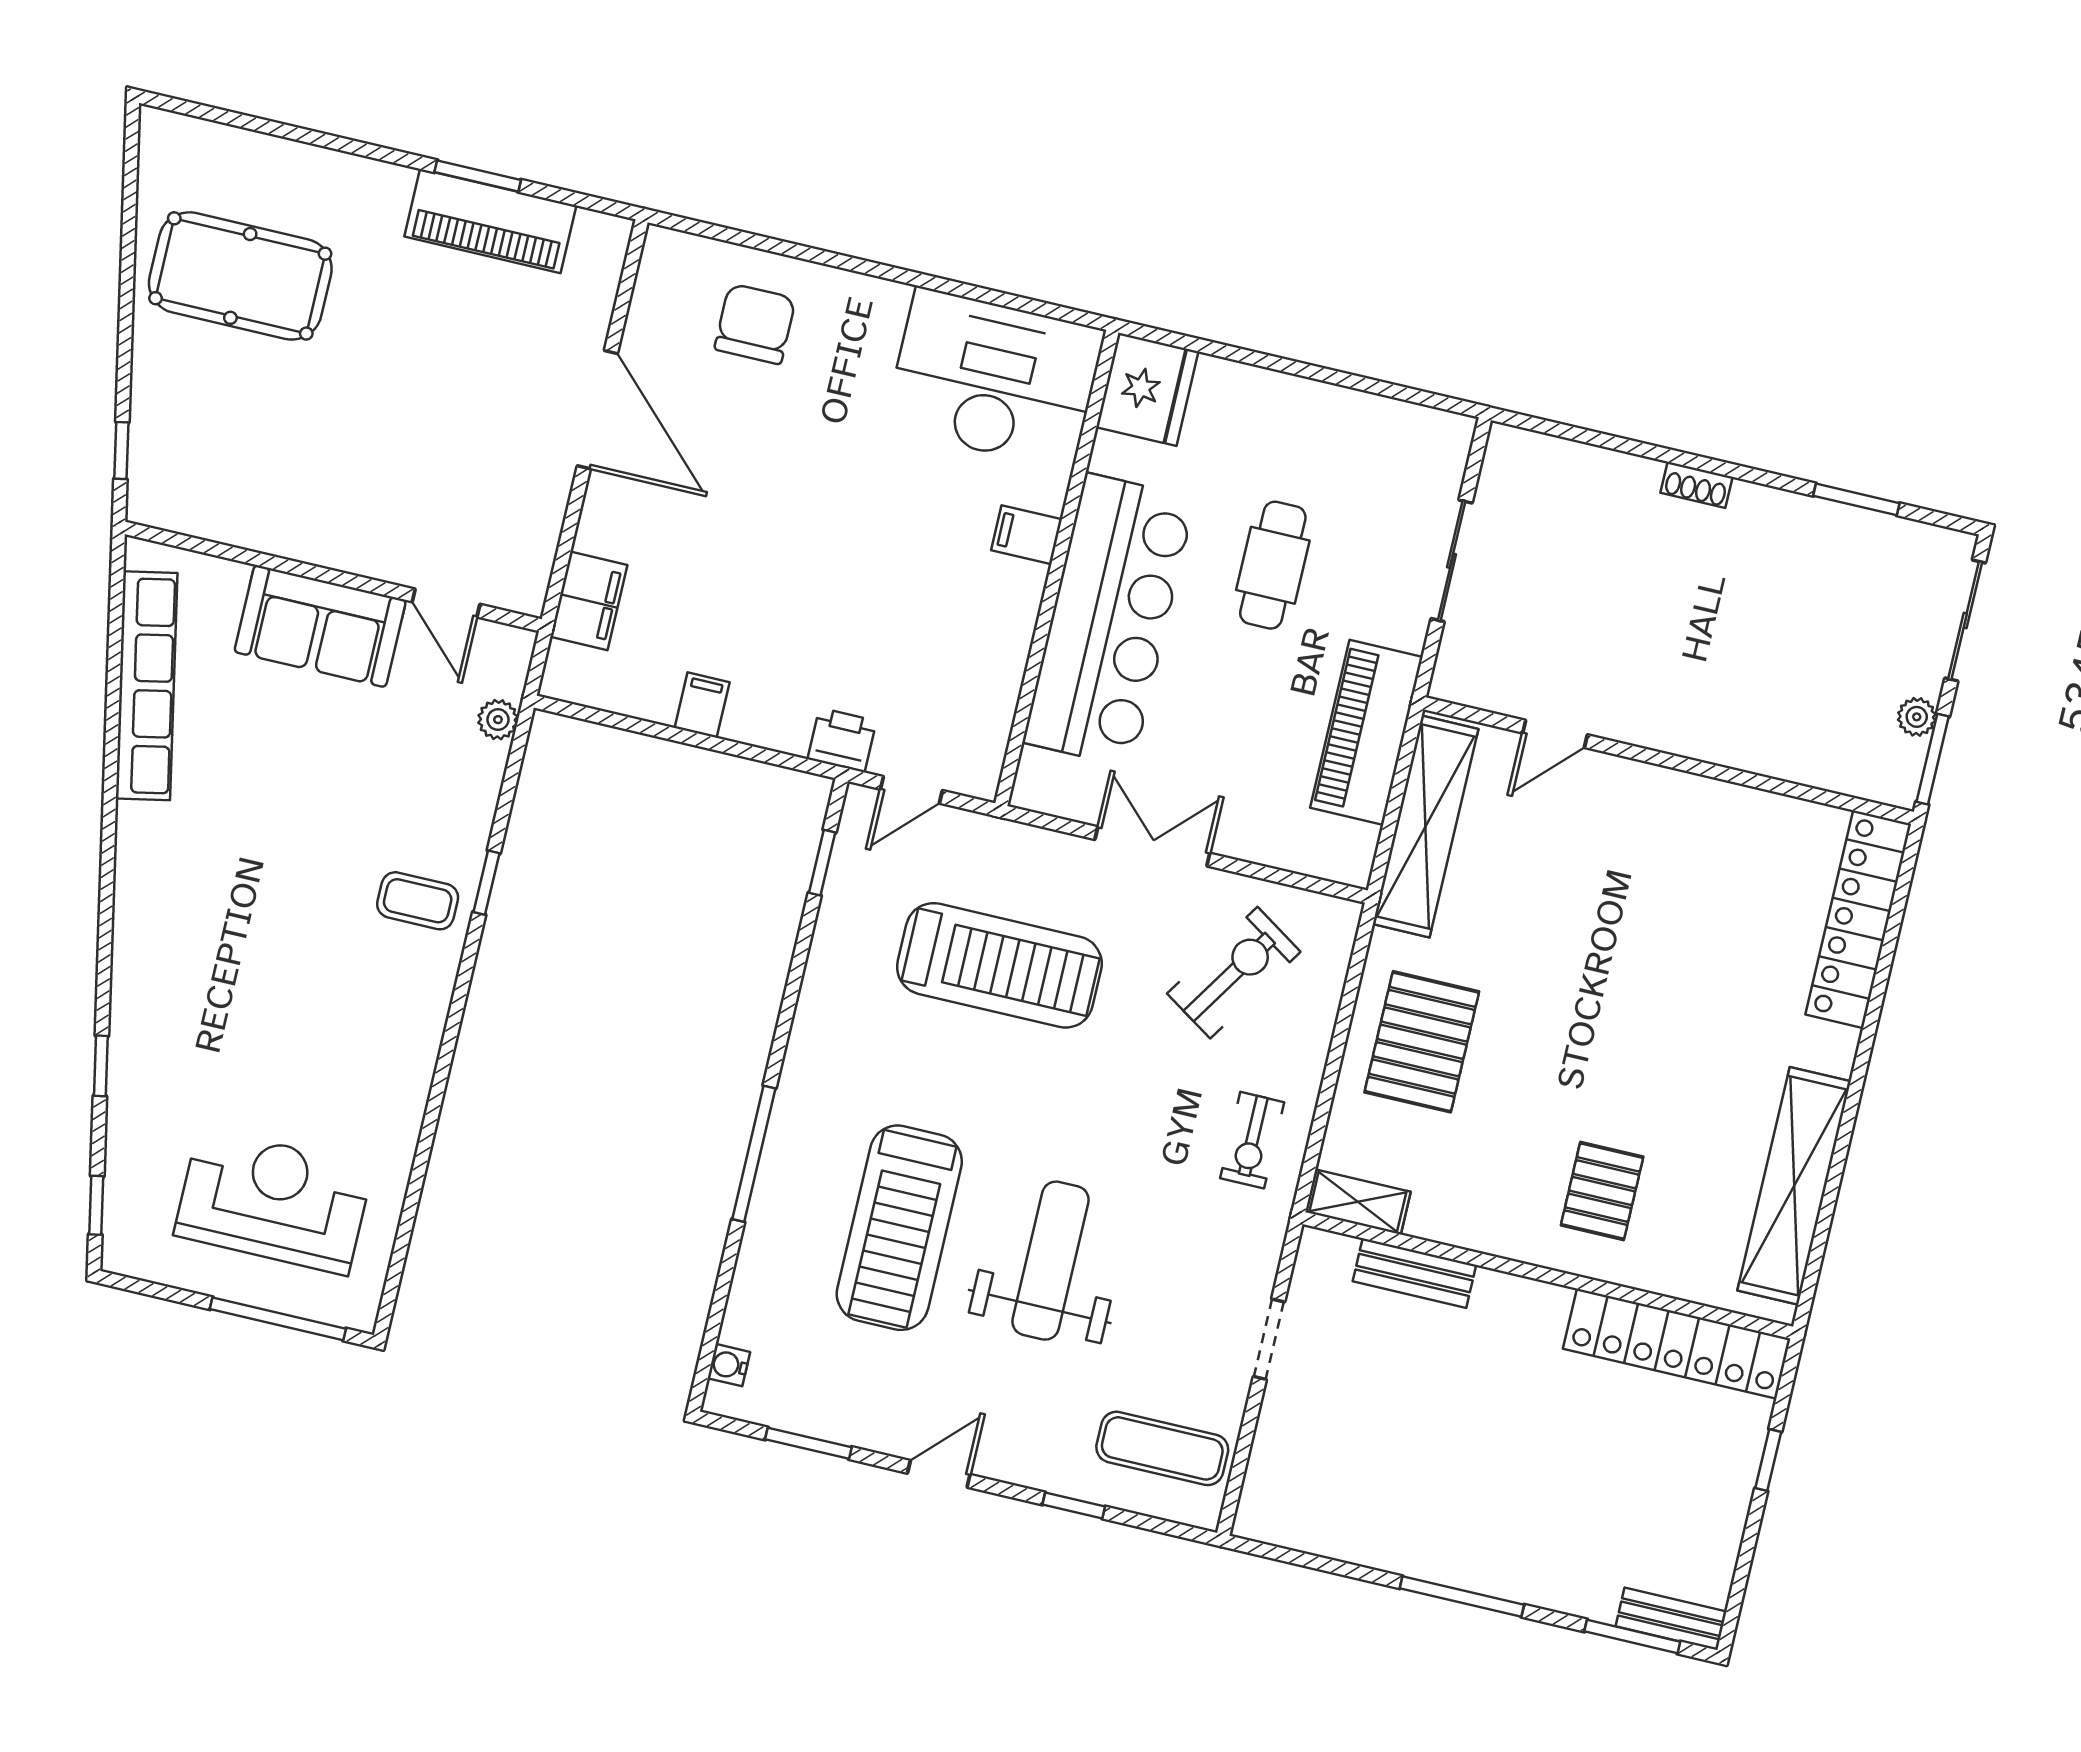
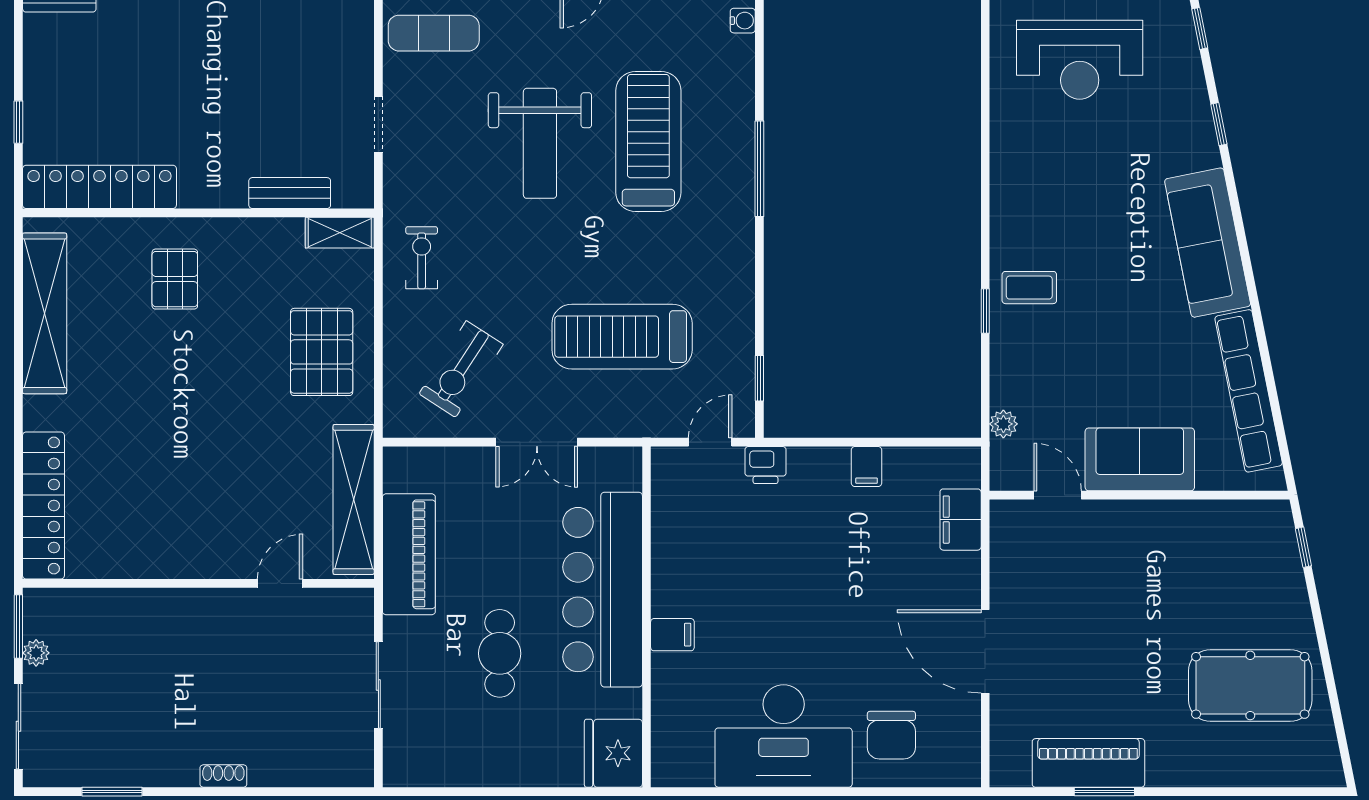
desk: (995, 379) -> (784, 736), moved
sofa: (155, 905) -> (1208, 243), added

